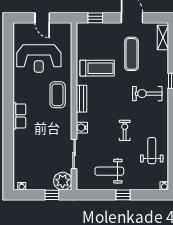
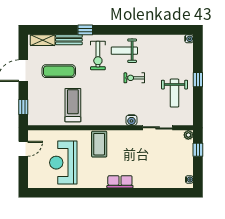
door: (42, 18) -> (23, 149), moved
reception desk: (39, 58) -> (63, 163), turned 180
coffee table: (58, 95) -> (99, 144), turned 90
bench: (82, 99) -> (69, 40), moved
weight bench: (152, 151) -> (124, 51), moved
plant: (63, 181) -> (188, 135), width x0.53, depth x0.53

